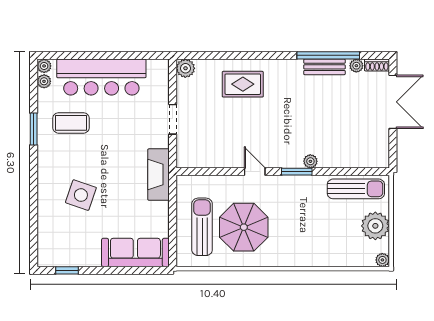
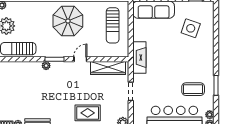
wardrobe: (210, 157) -> (108, 68), added
door: (255, 172) -> (80, 59), swing flipped
side table: (81, 195) -> (191, 28), moved
parasol: (244, 227) -> (68, 21), moved

